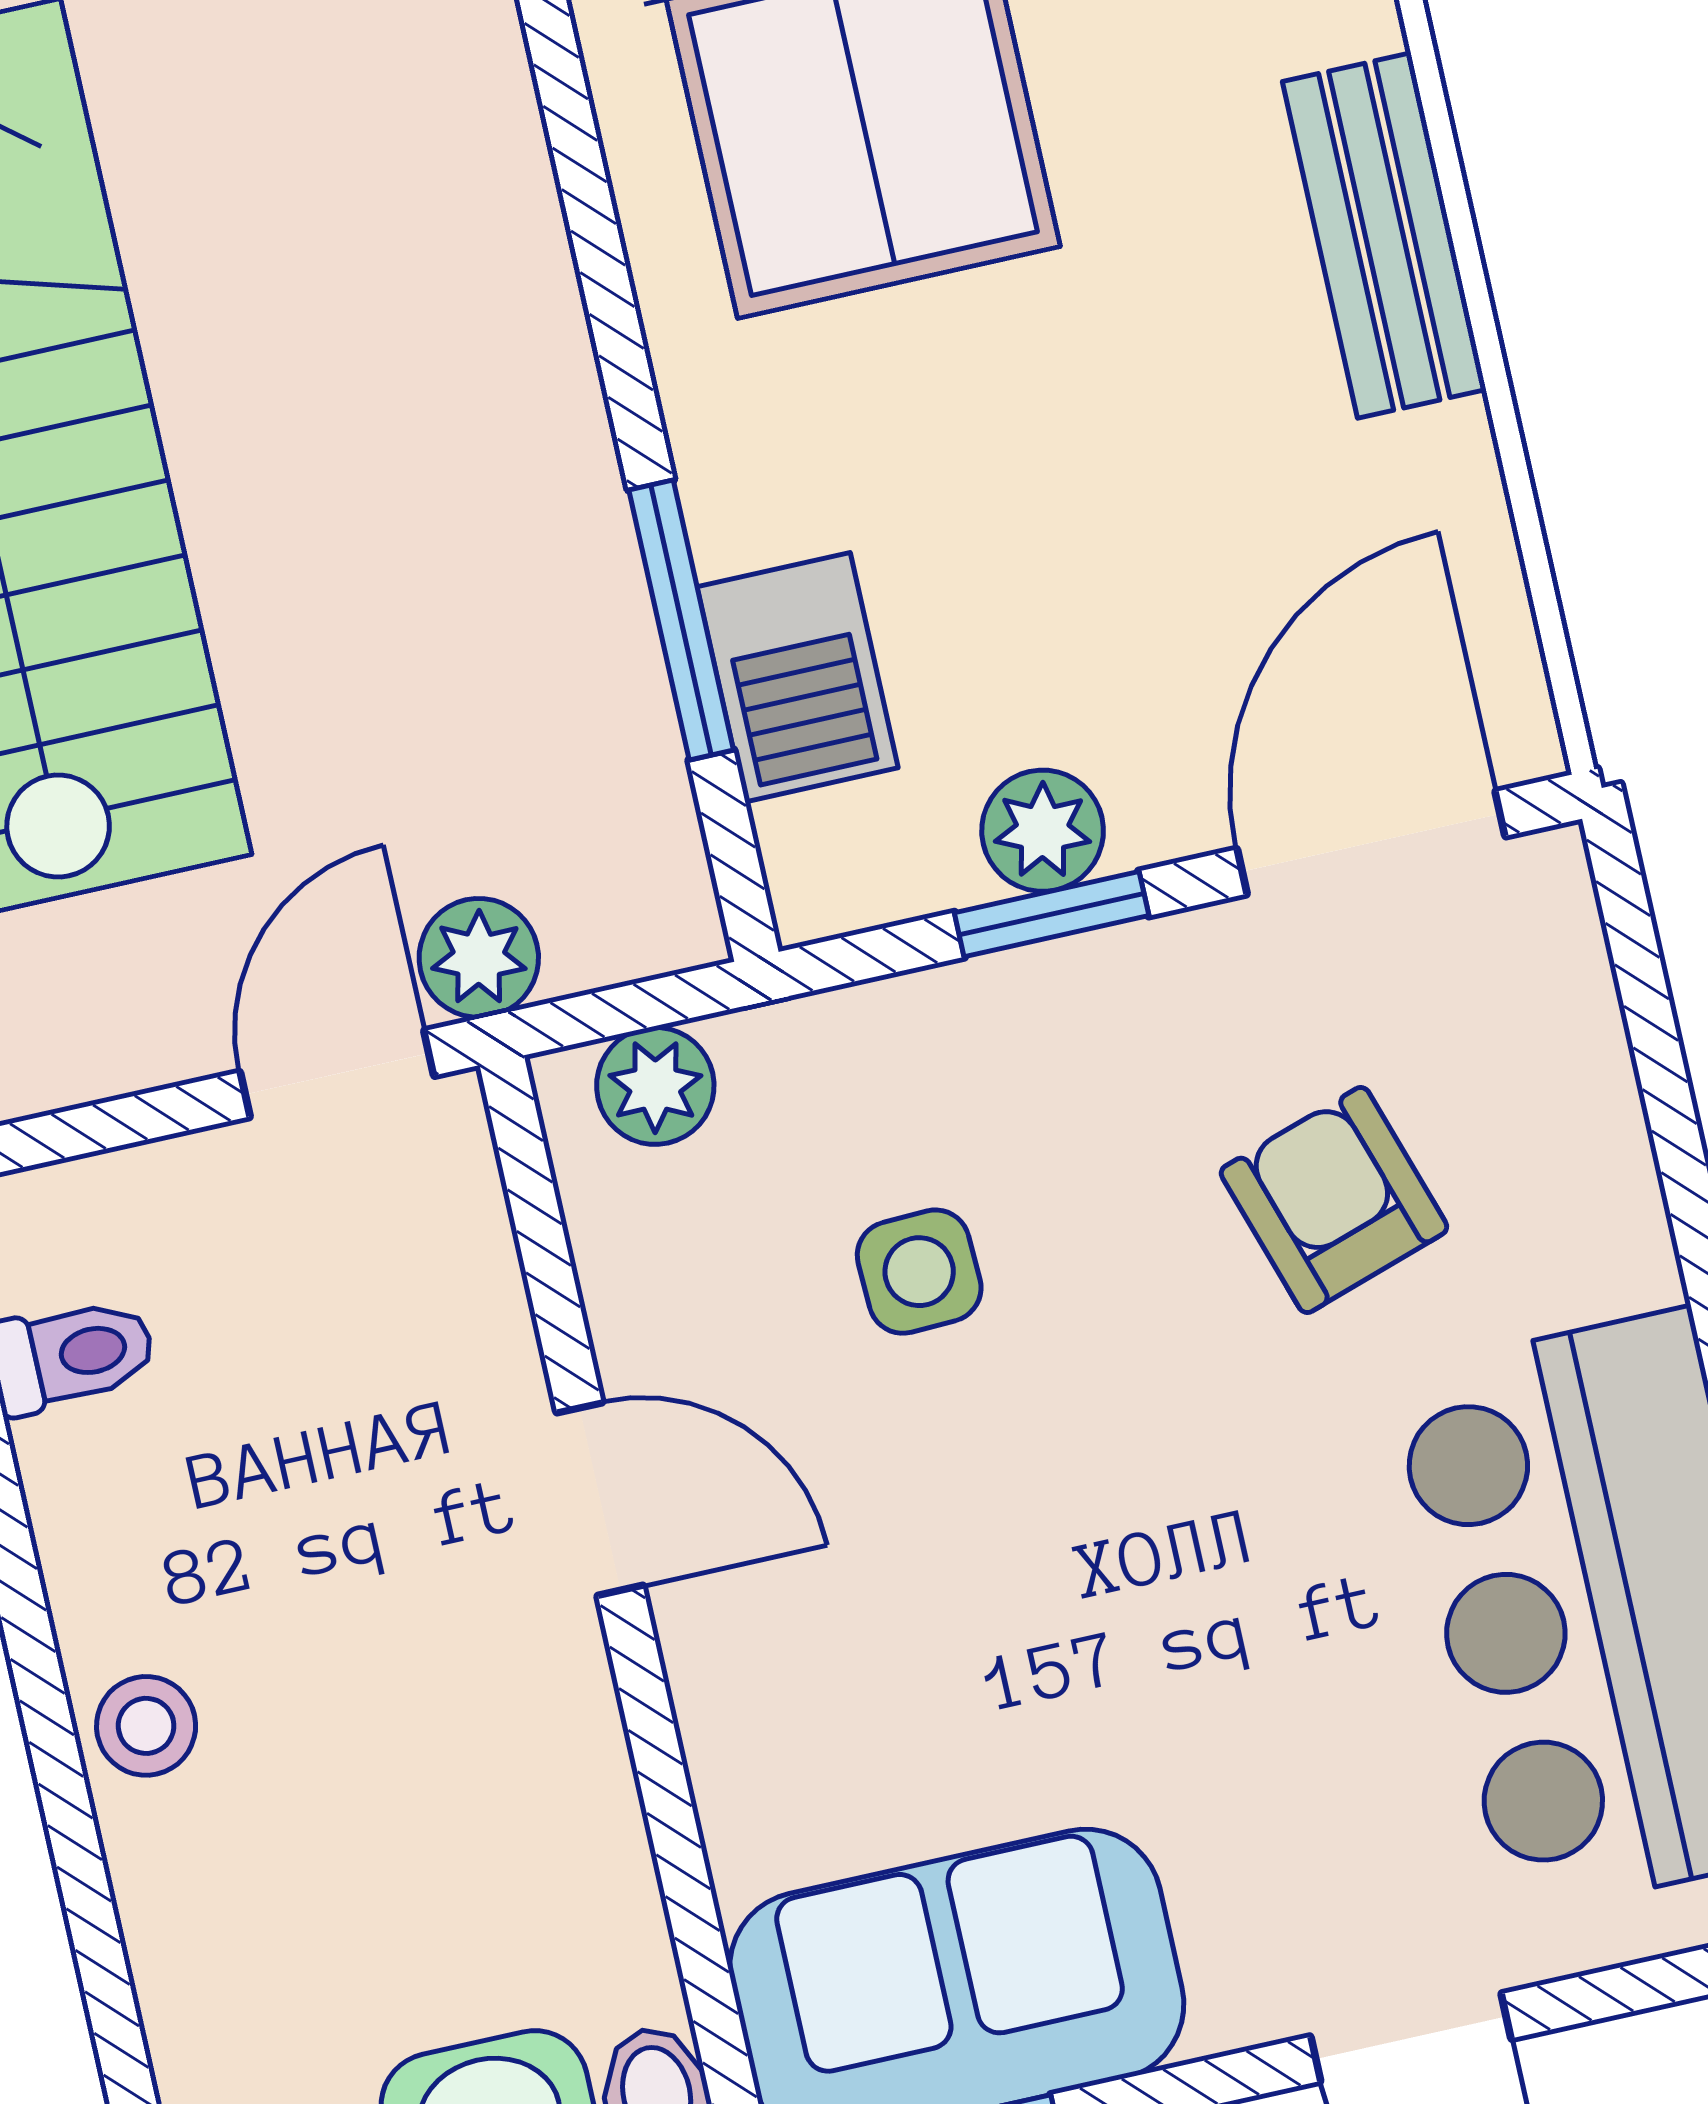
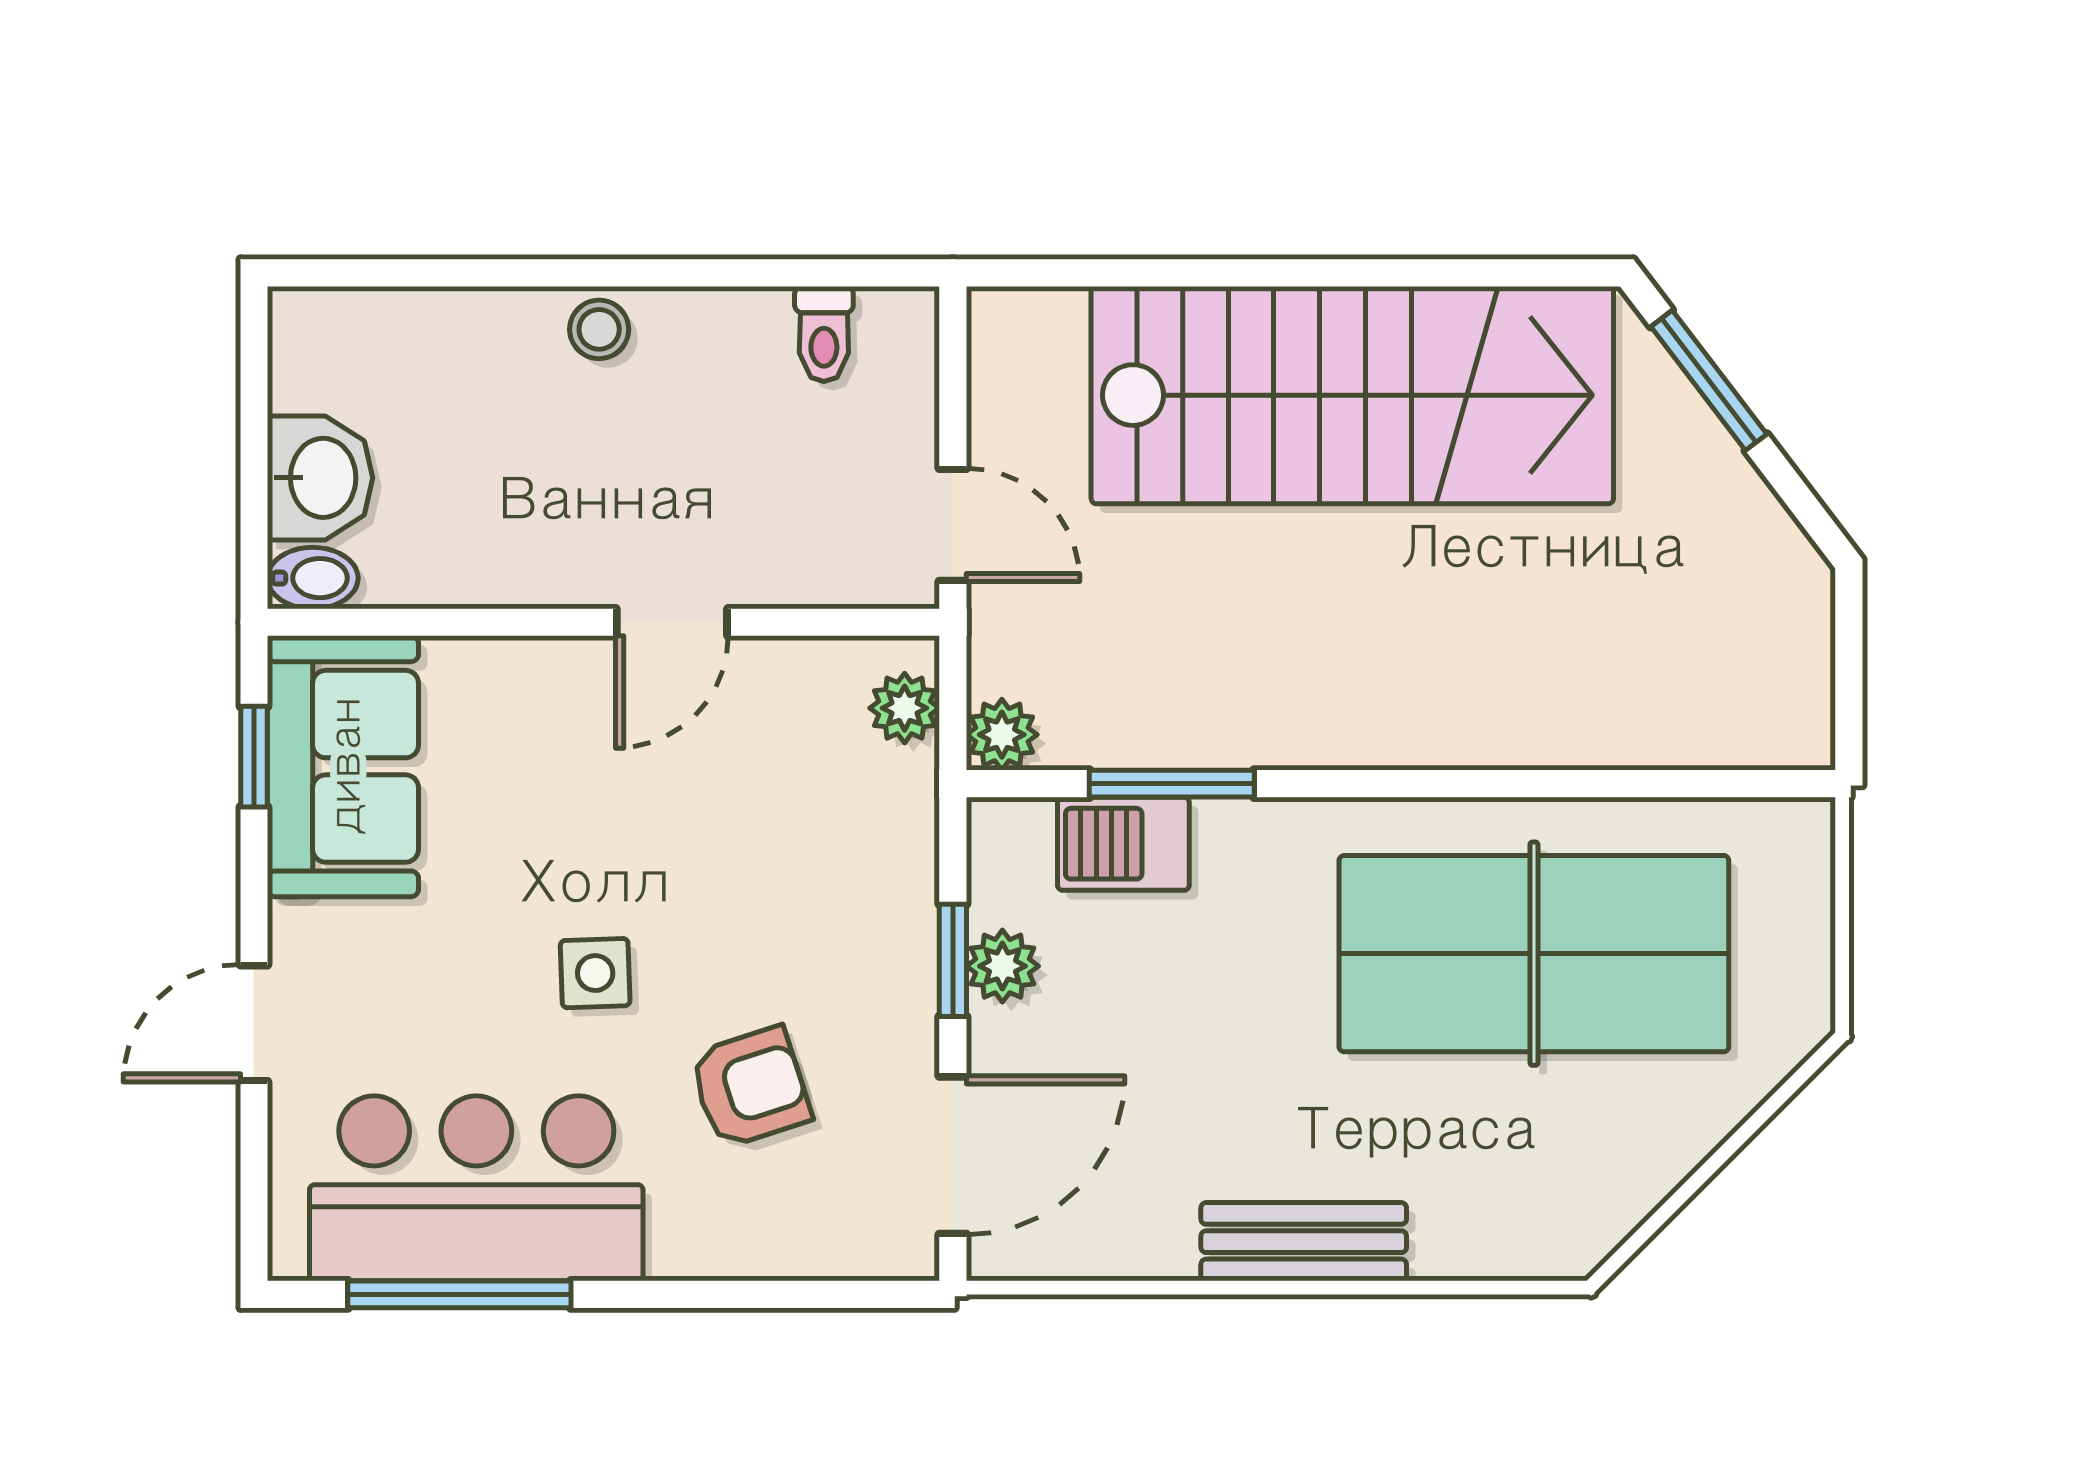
door: (1371, 843) -> (953, 1155), hinge flipped
plant: (479, 958) -> (1002, 735), moved
side table: (919, 1272) -> (595, 973), moved

